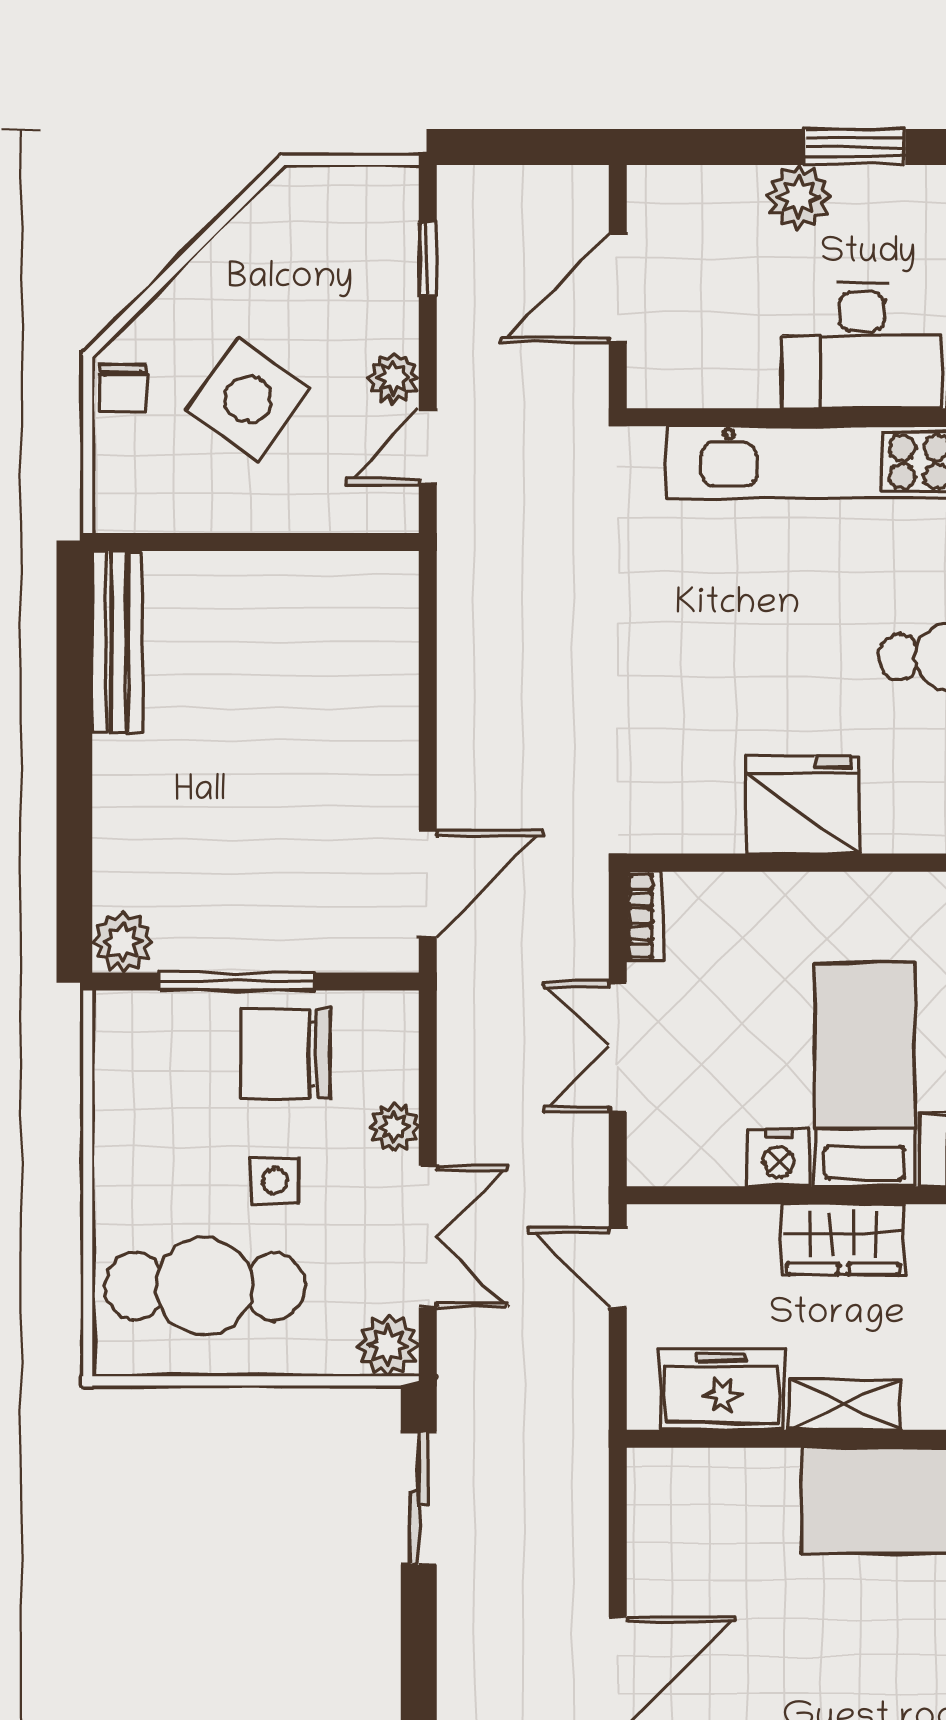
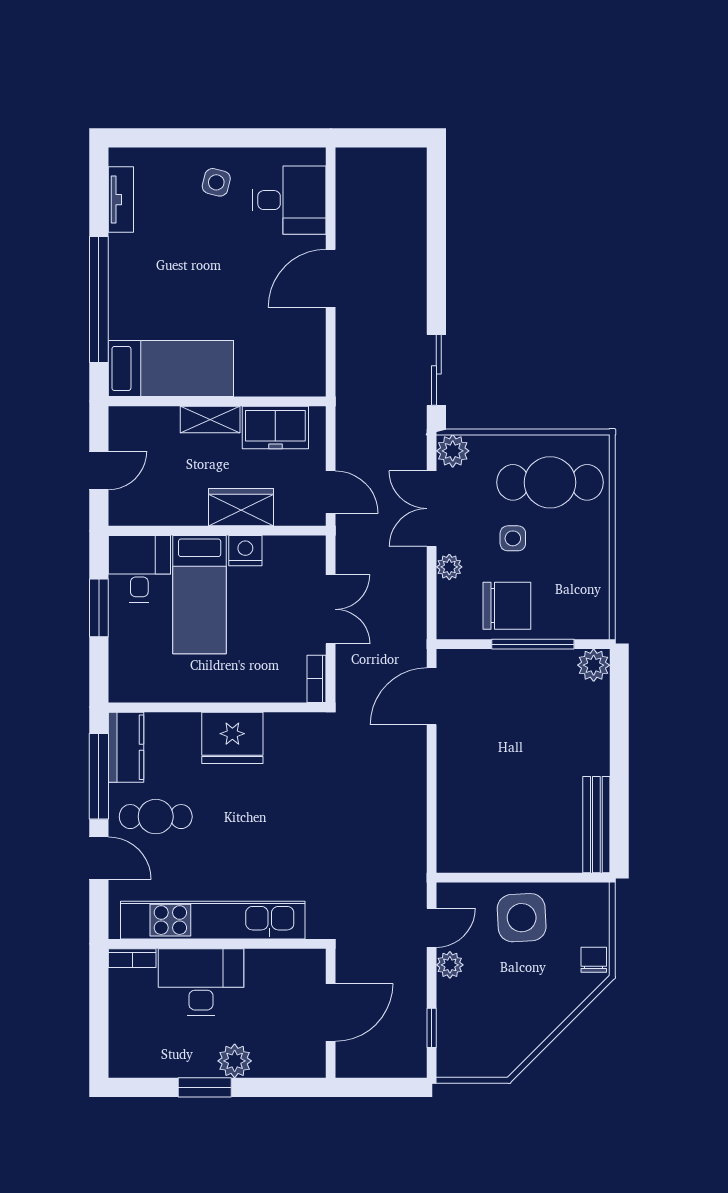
side table: (248, 399) -> (522, 918), moved, turned -38
wardrobe: (843, 1239) -> (241, 507), moved

